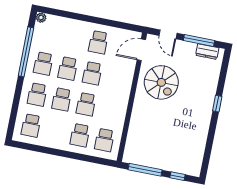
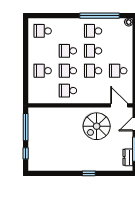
school desk: (37, 95) -> (68, 31), removed
school desk: (104, 140) -> (68, 91), moved

